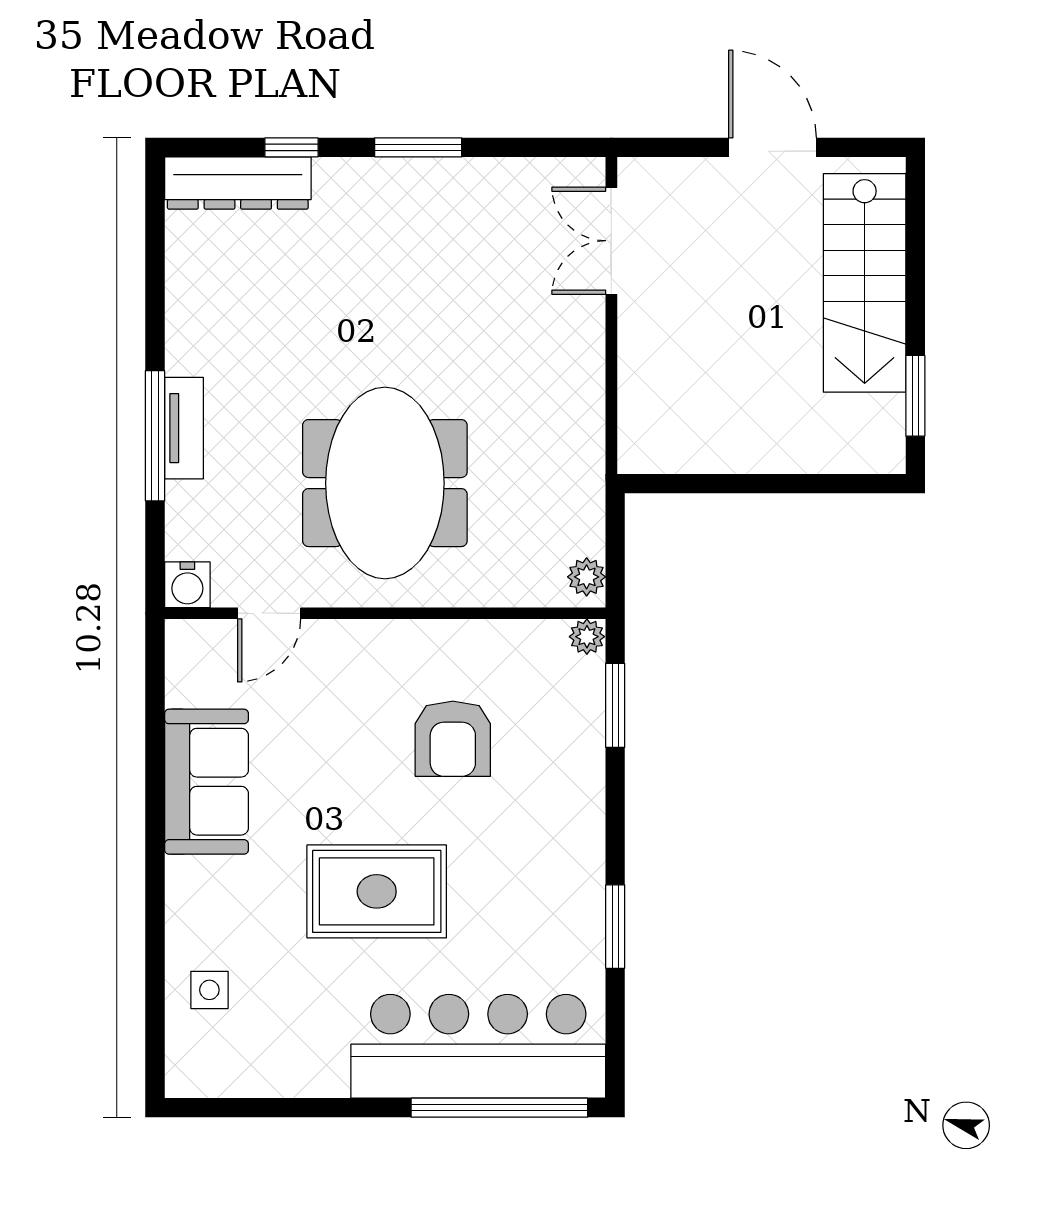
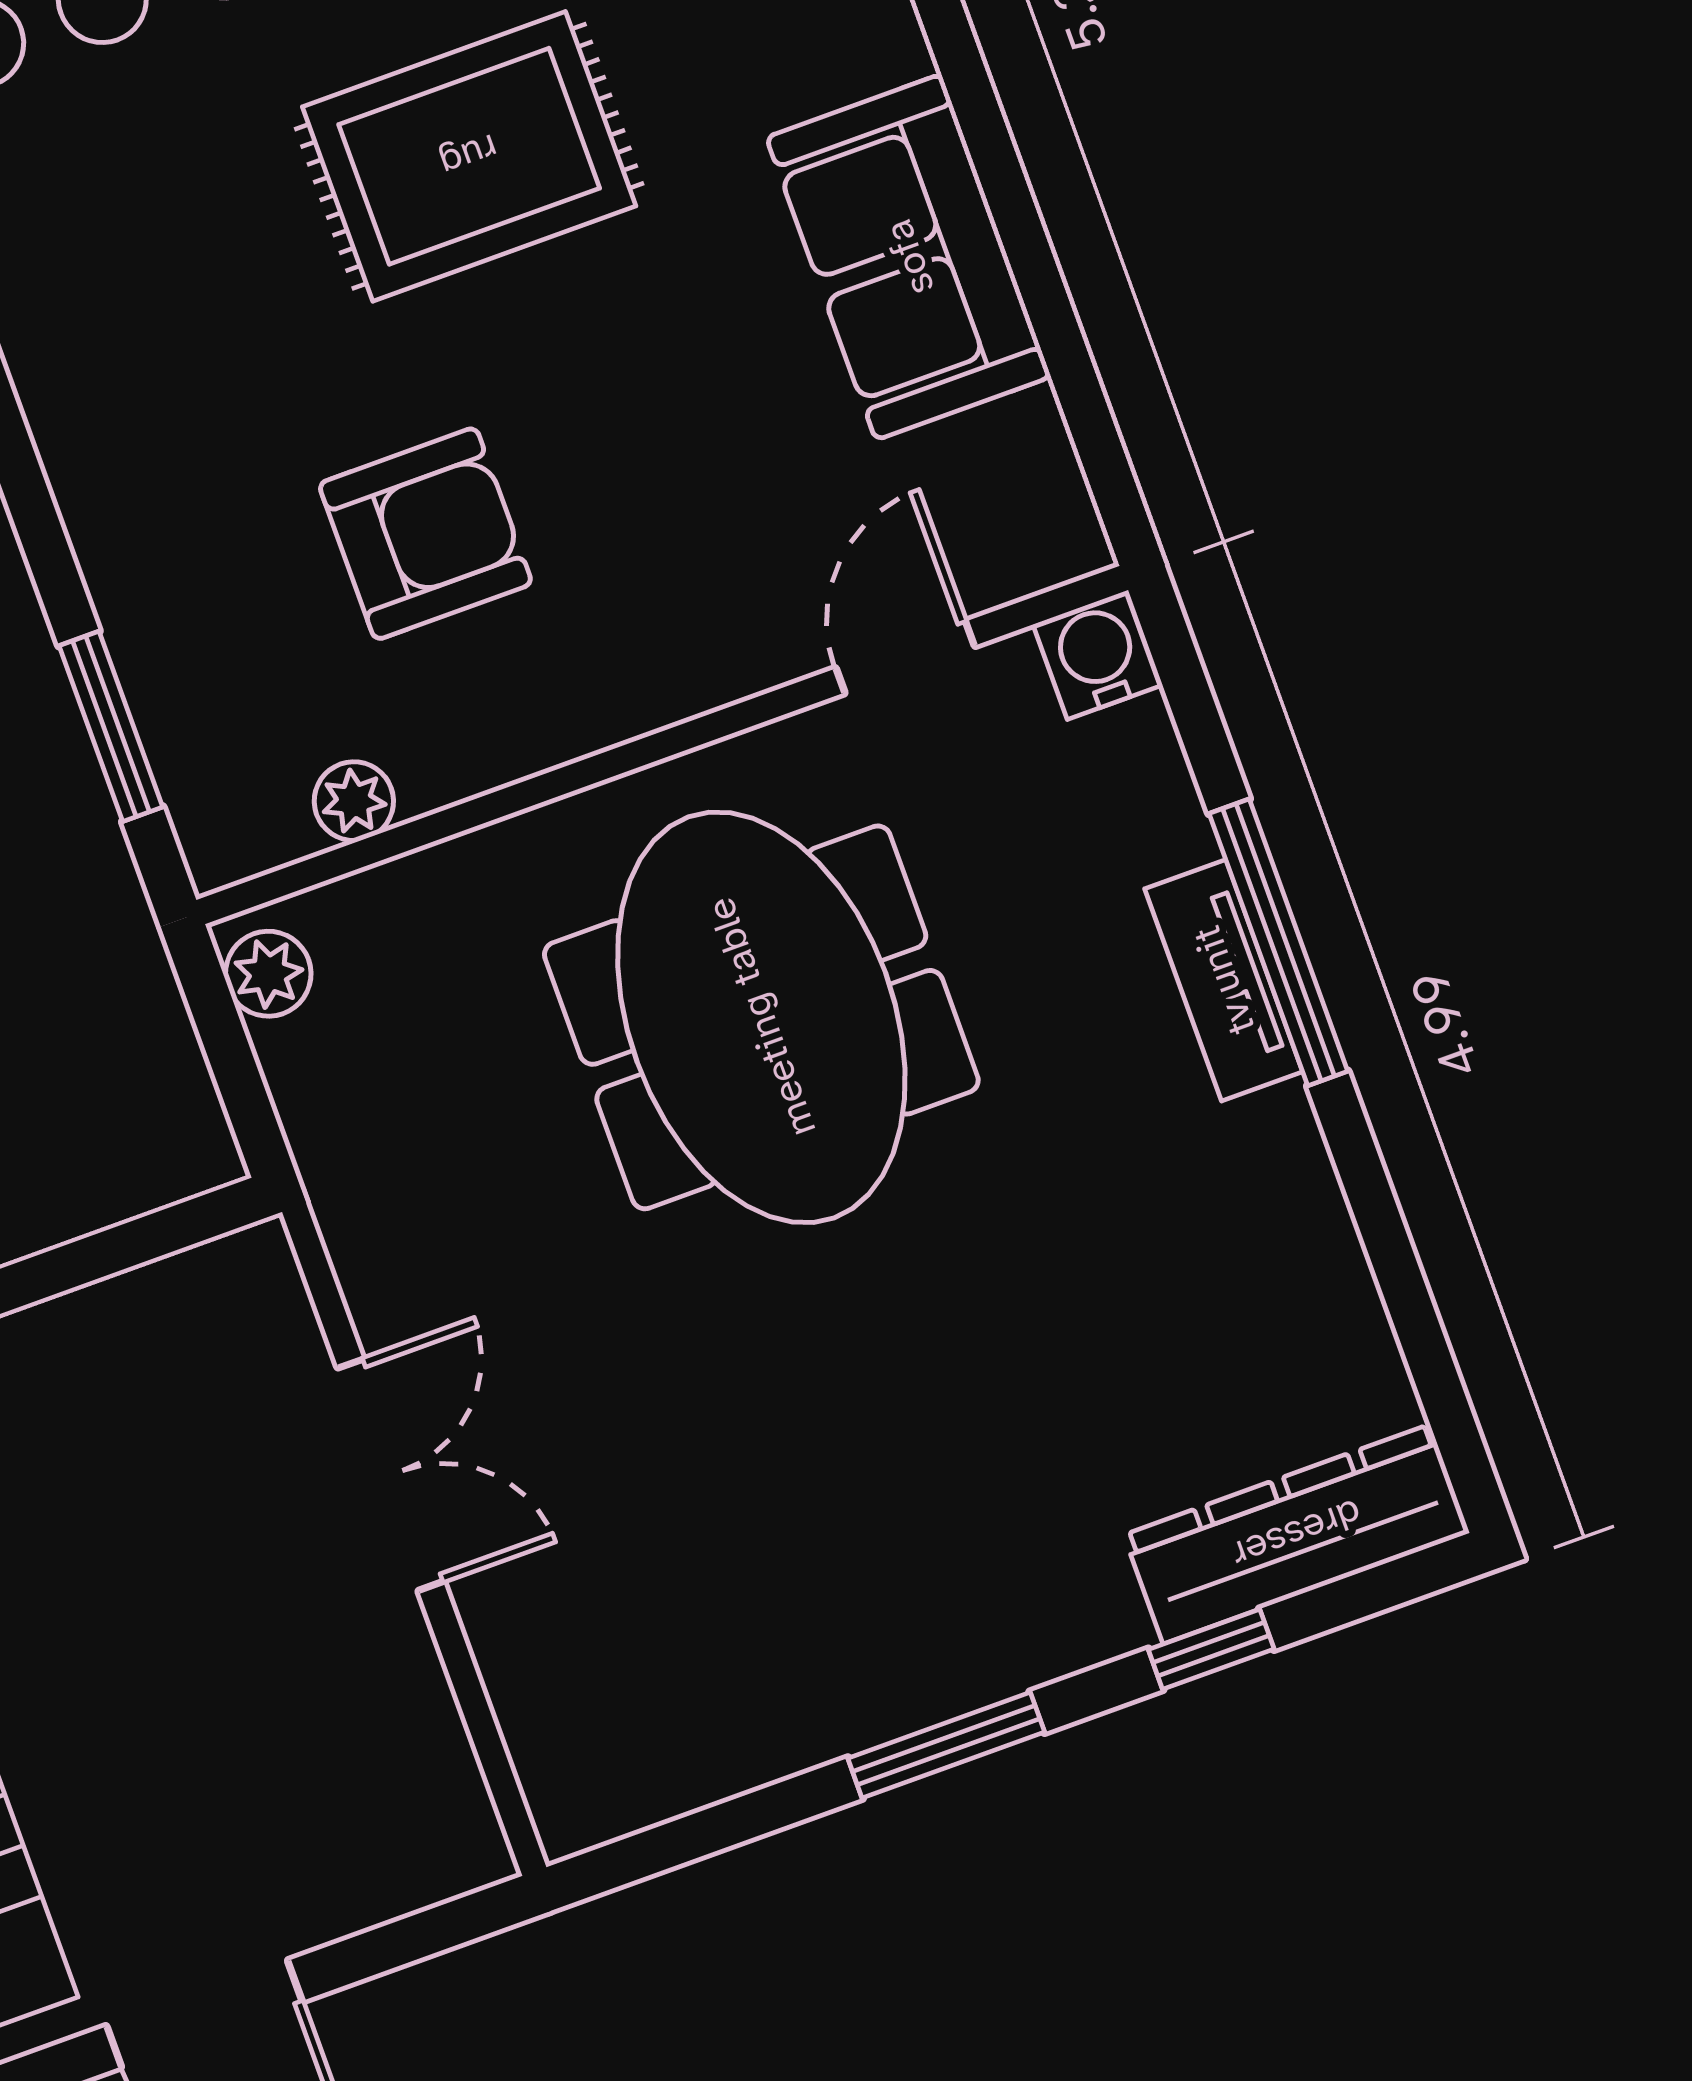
double door: (611, 241) -> (391, 1475), moved
plant: (587, 637) -> (354, 801), moved
armchair: (453, 739) -> (425, 534), turned 90

